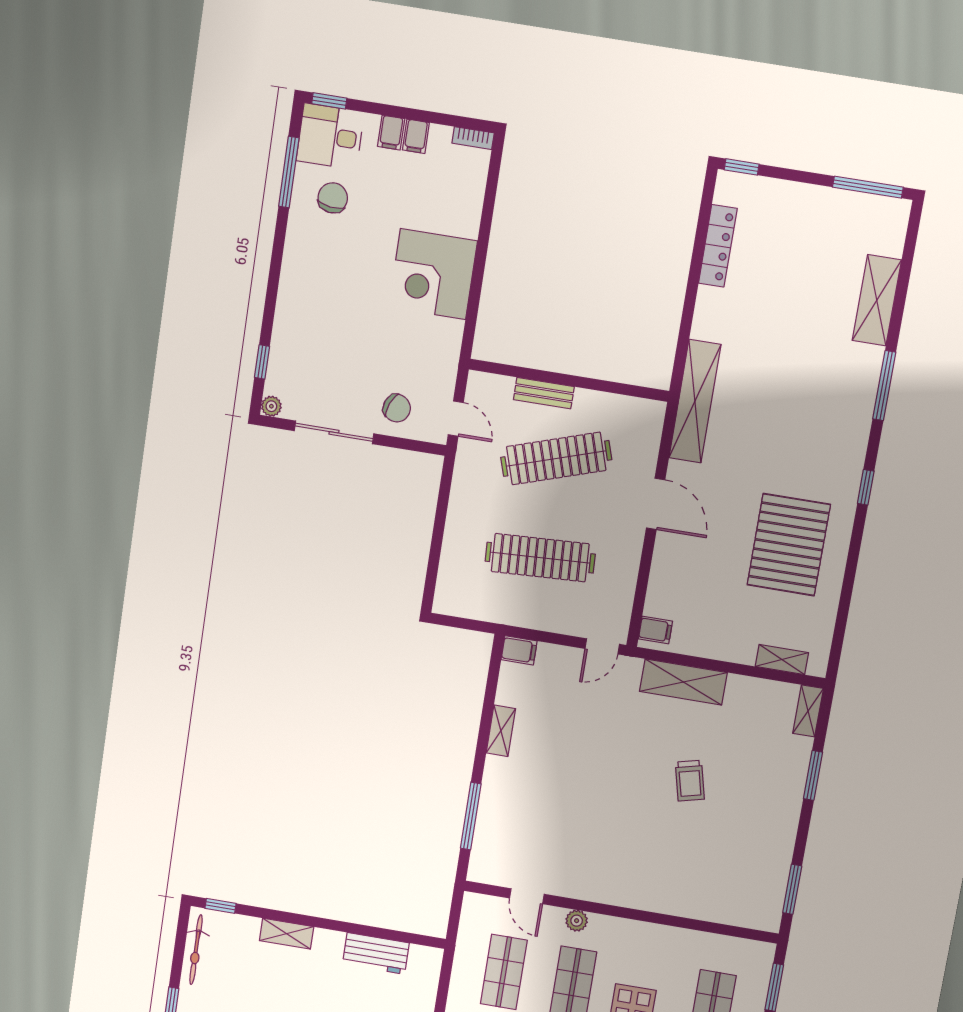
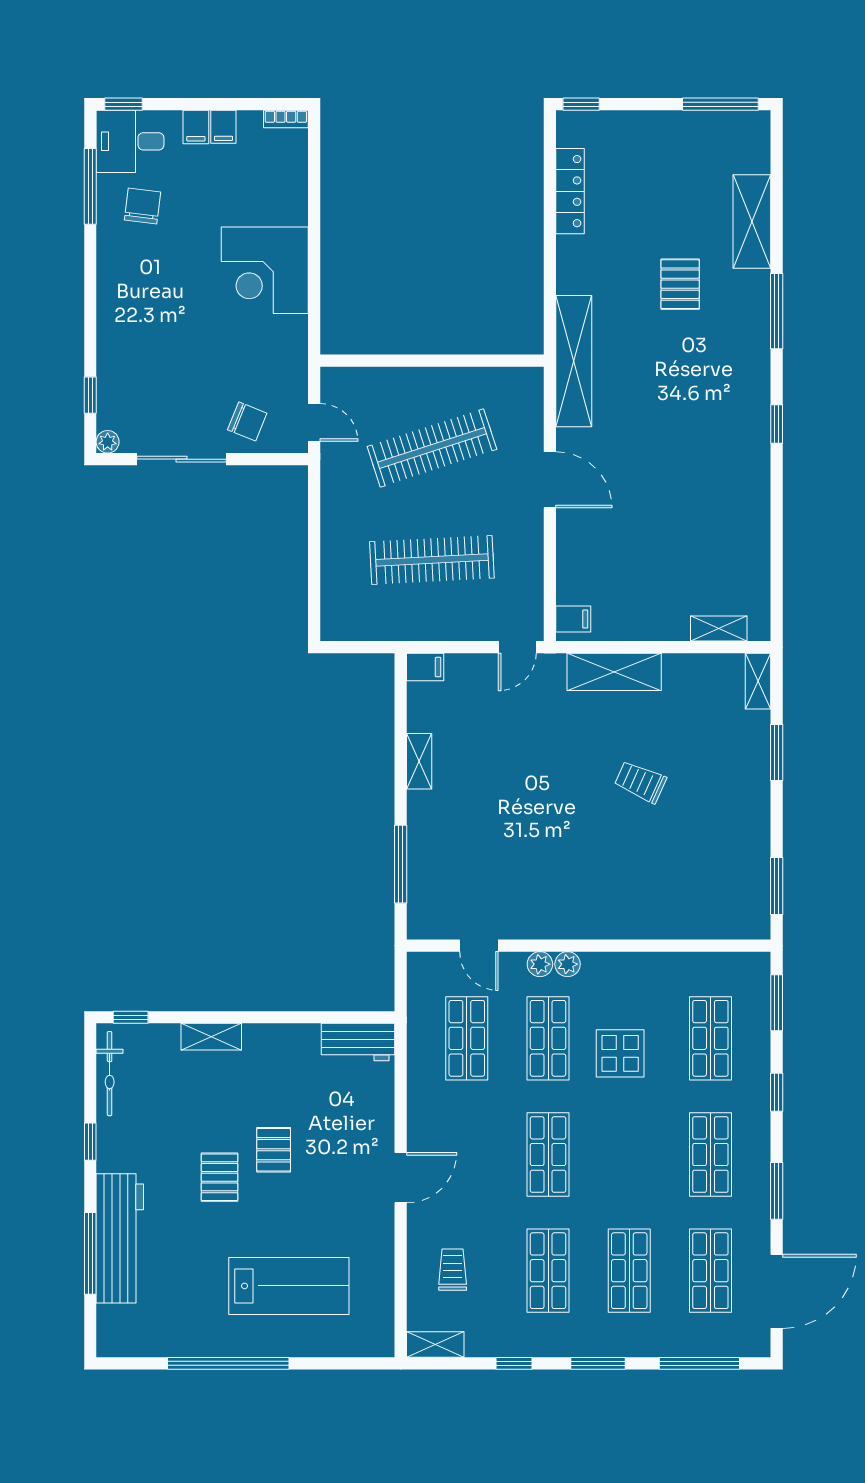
bench: (544, 393) -> (407, 379), removed
pallet: (789, 545) -> (680, 284), moved, width x0.49, depth x0.50
trolley: (690, 781) -> (640, 782), turned 128
plant: (600, 925) -> (568, 964), added
workbench: (376, 953) -> (358, 1042), moved

